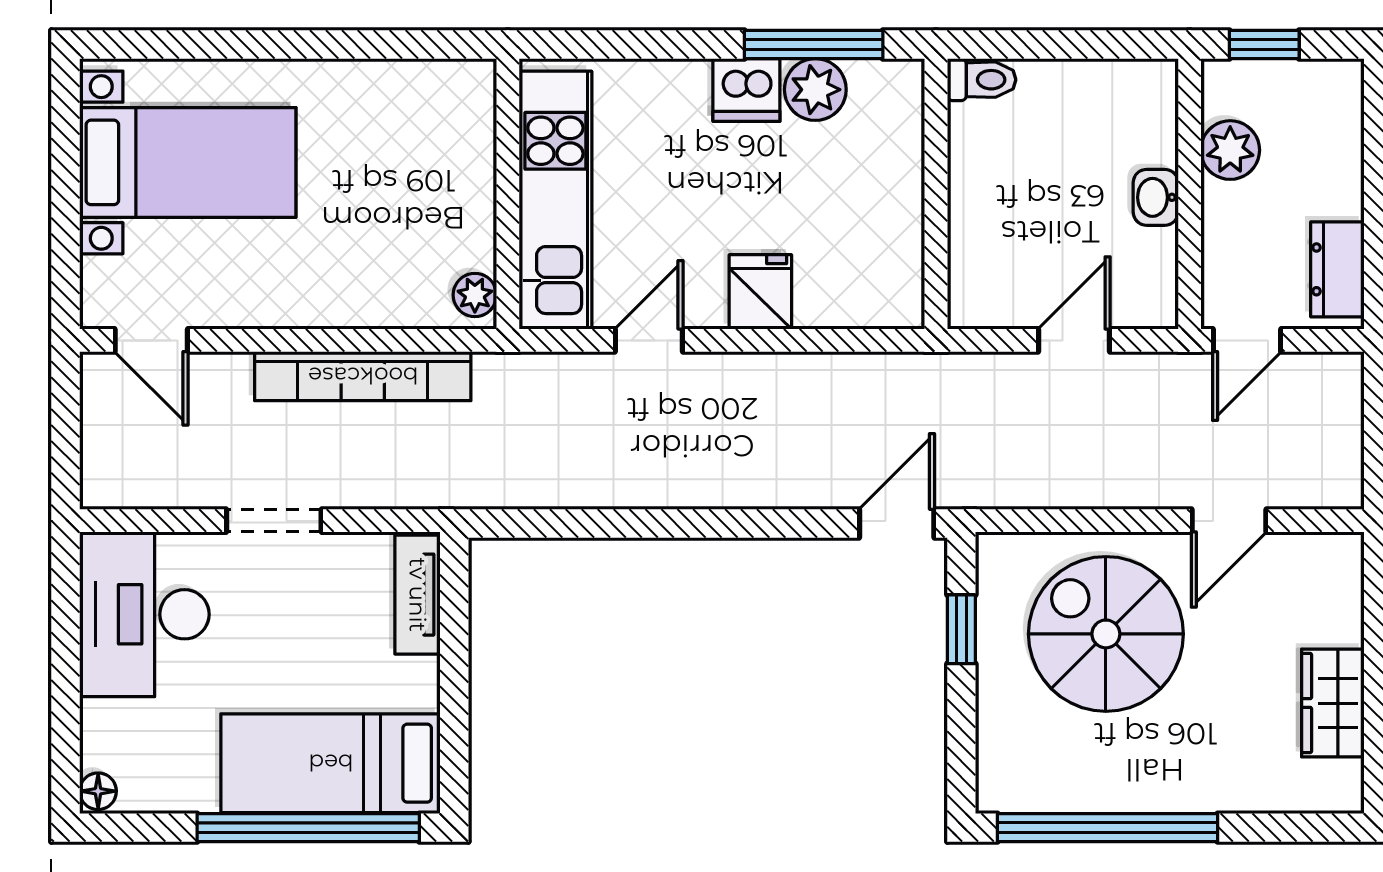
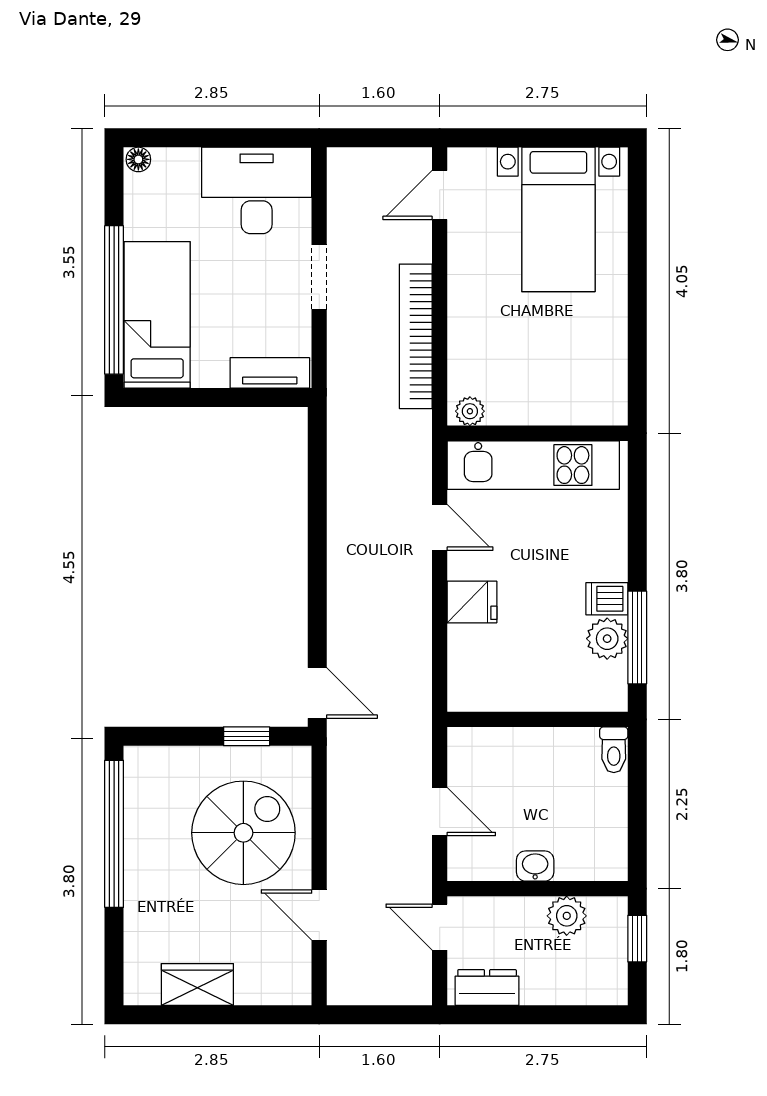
dishwasher: (746, 90) -> (607, 599), width x0.73

